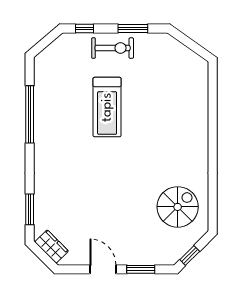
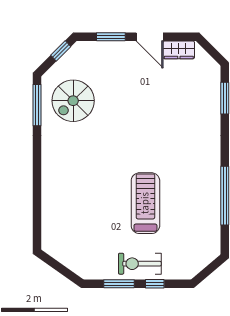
window: (85, 28) -> (155, 284), moved
window: (213, 203) -> (37, 105), added
wardrobe: (52, 247) -> (179, 50), moved, turned -45

